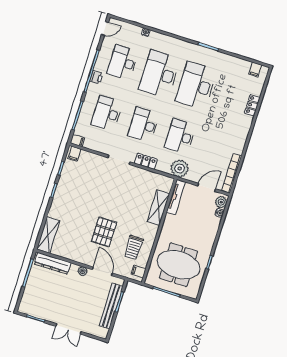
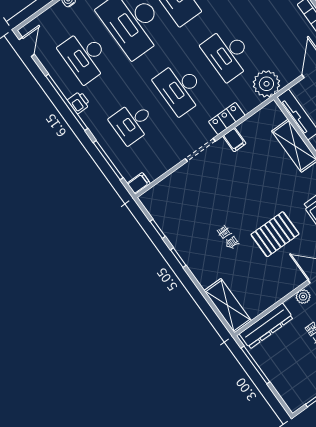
desk: (107, 113) -> (132, 122), width x0.73
filing cabinet: (74, 154) -> (234, 140), moved
pallet: (104, 232) -> (275, 234), turned 90

